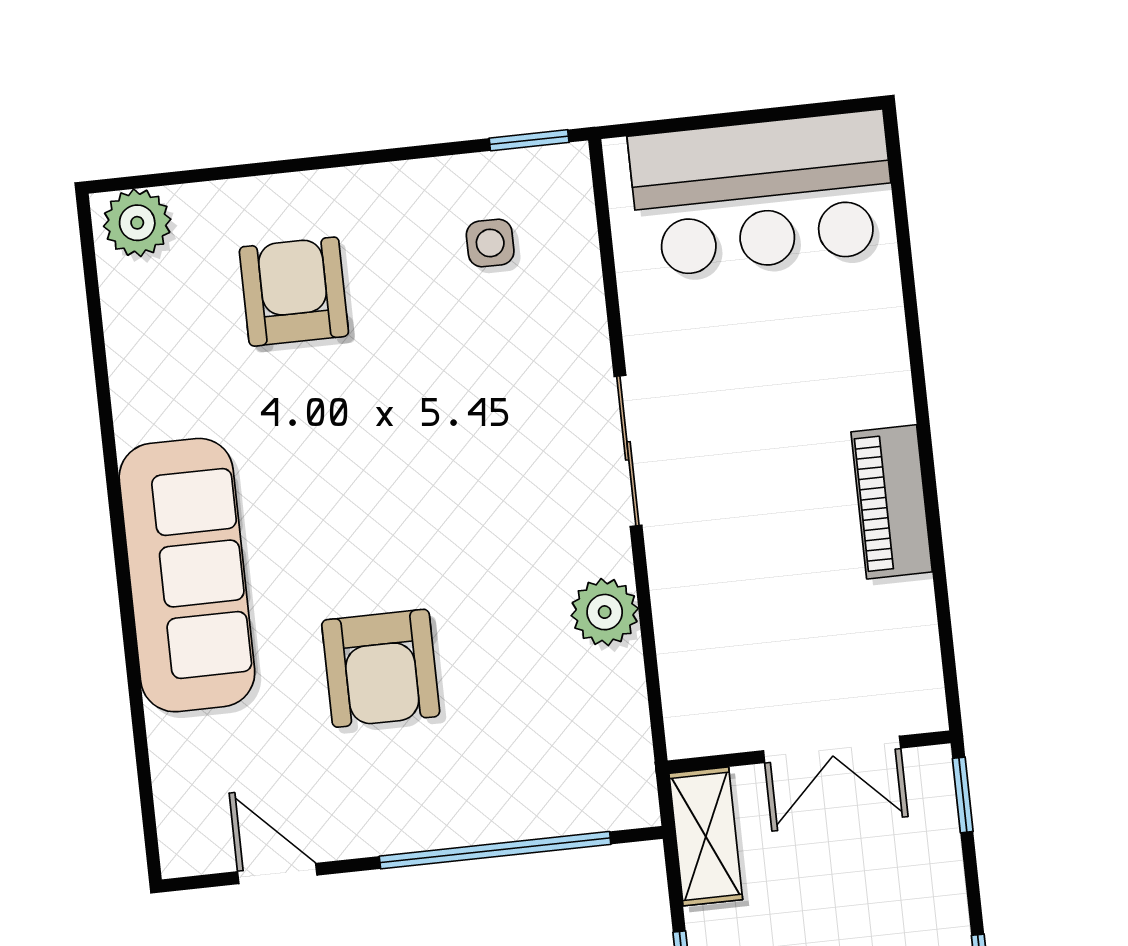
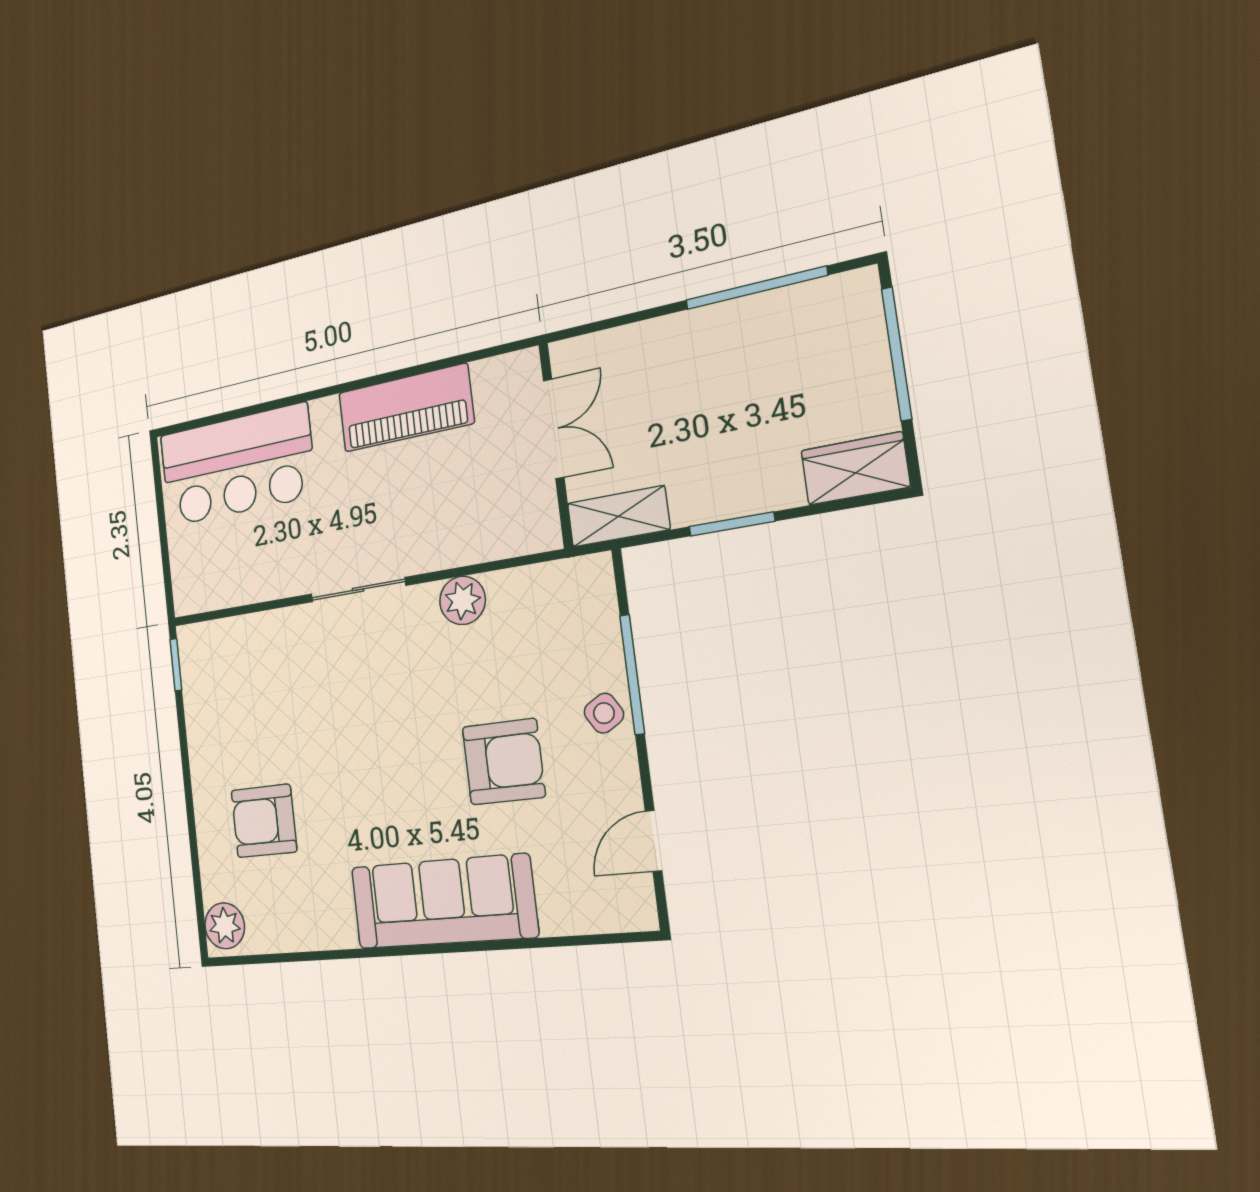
bar counter: (763, 194) -> (237, 465), moved, turned 90
side table: (490, 243) -> (604, 713), moved, turned -31
piano: (892, 502) -> (405, 408), width x1.37, depth x1.33
window: (963, 795) -> (584, 329), removed
window: (495, 850) -> (632, 675), width x0.68

